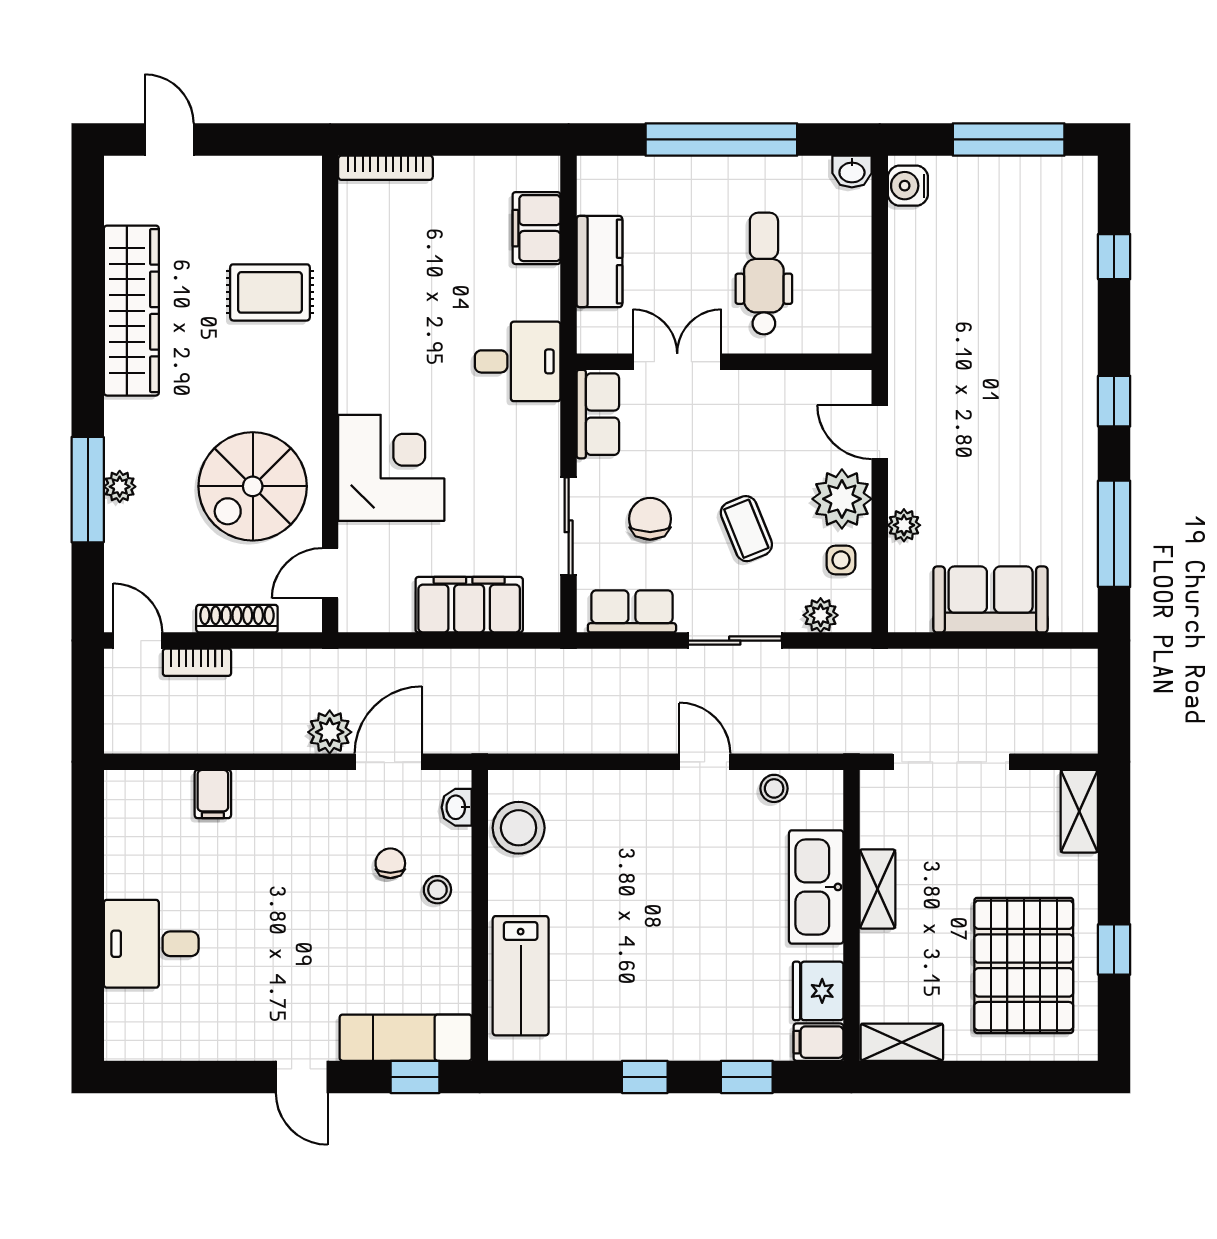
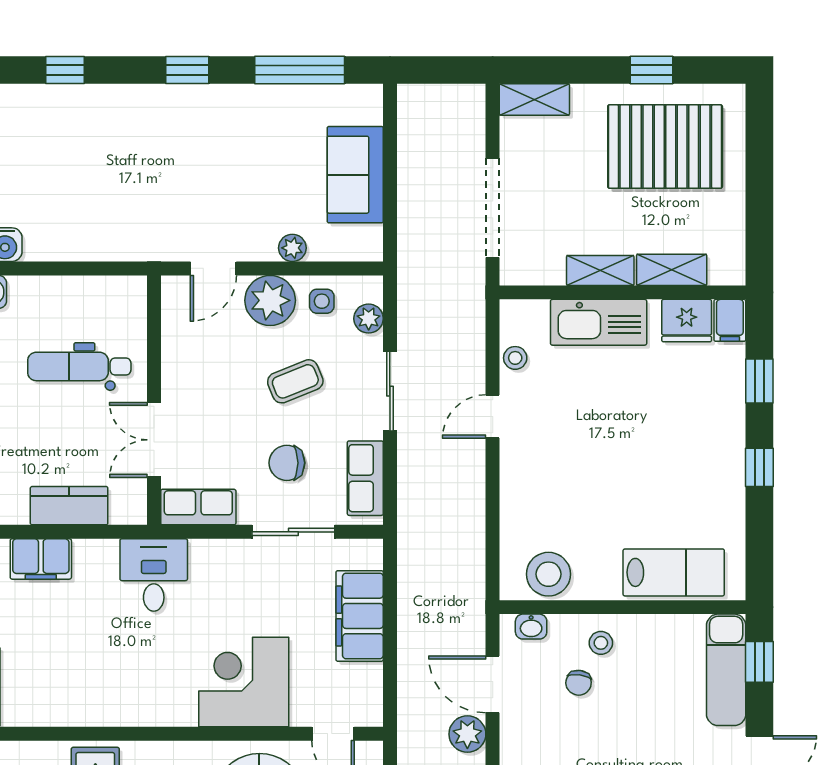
chair: (390, 863) -> (579, 683), turned -82
shelving: (902, 1042) -> (672, 270), moved, turned 90

